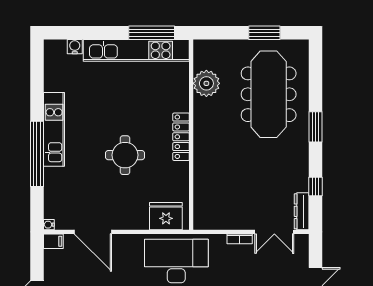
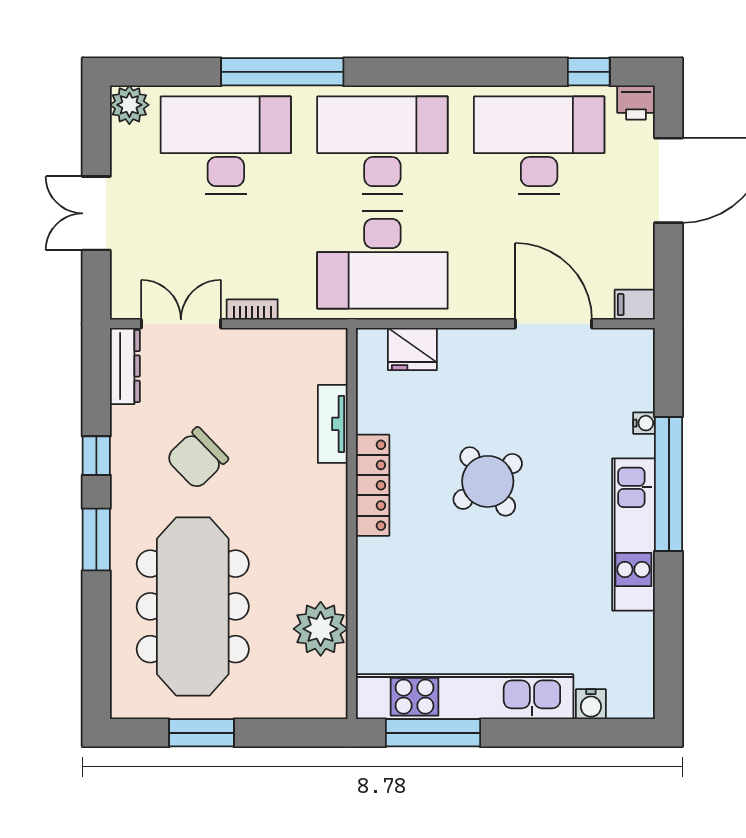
locker: (181, 137) -> (373, 485), moved
round table: (125, 155) -> (488, 481), turned -36
chair: (267, 166) -> (197, 458), added
tv unit: (200, 183) -> (333, 424), added
window: (316, 186) -> (96, 456), moved
fridge: (166, 216) -> (412, 349), width x0.73, depth x0.75
water cooler: (49, 225) -> (644, 423), moved

